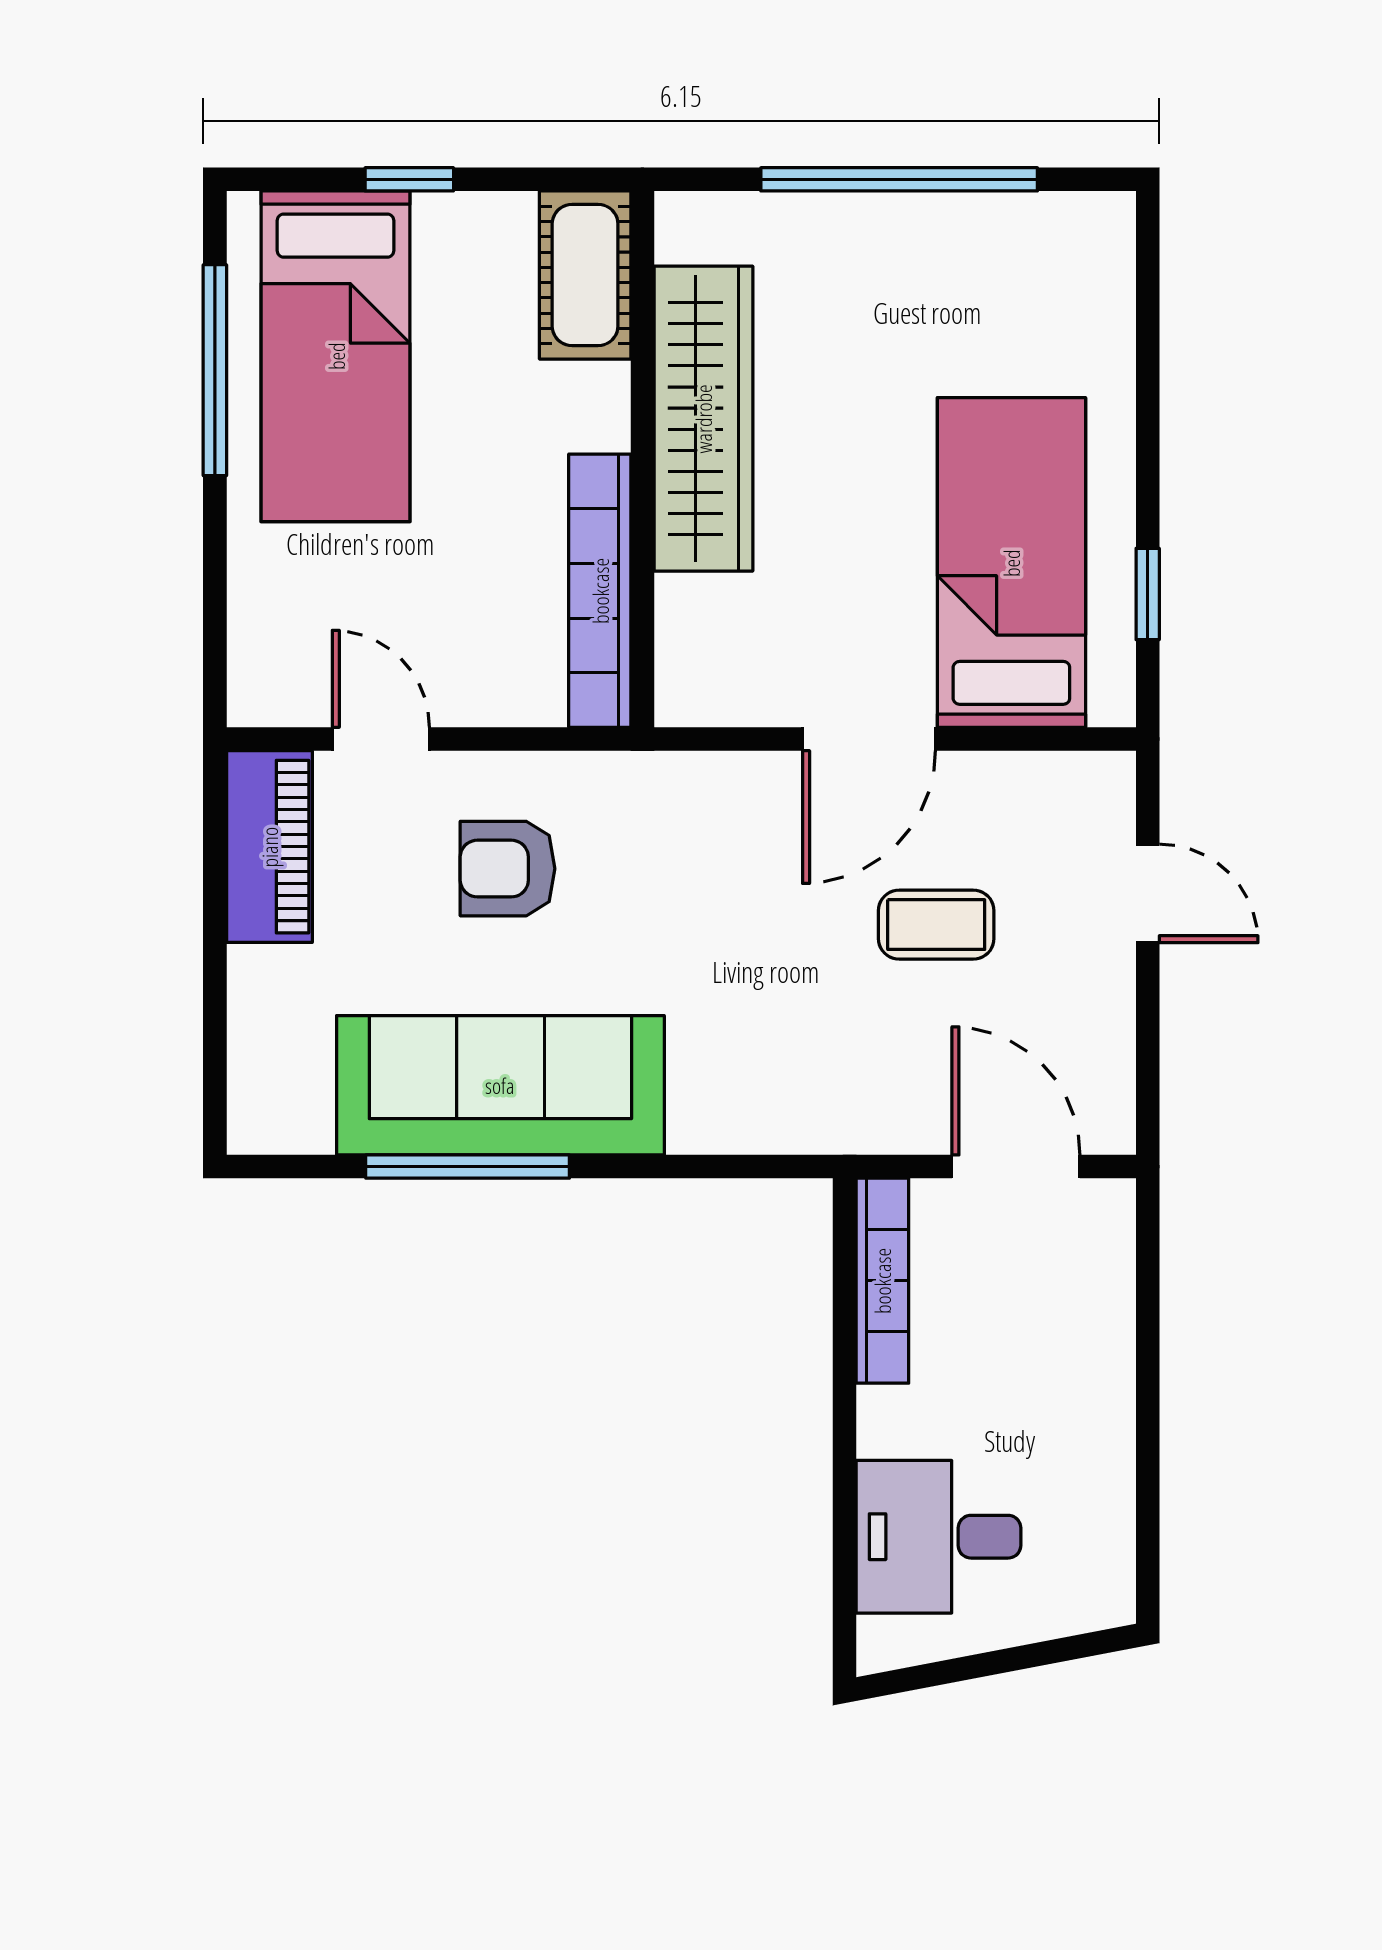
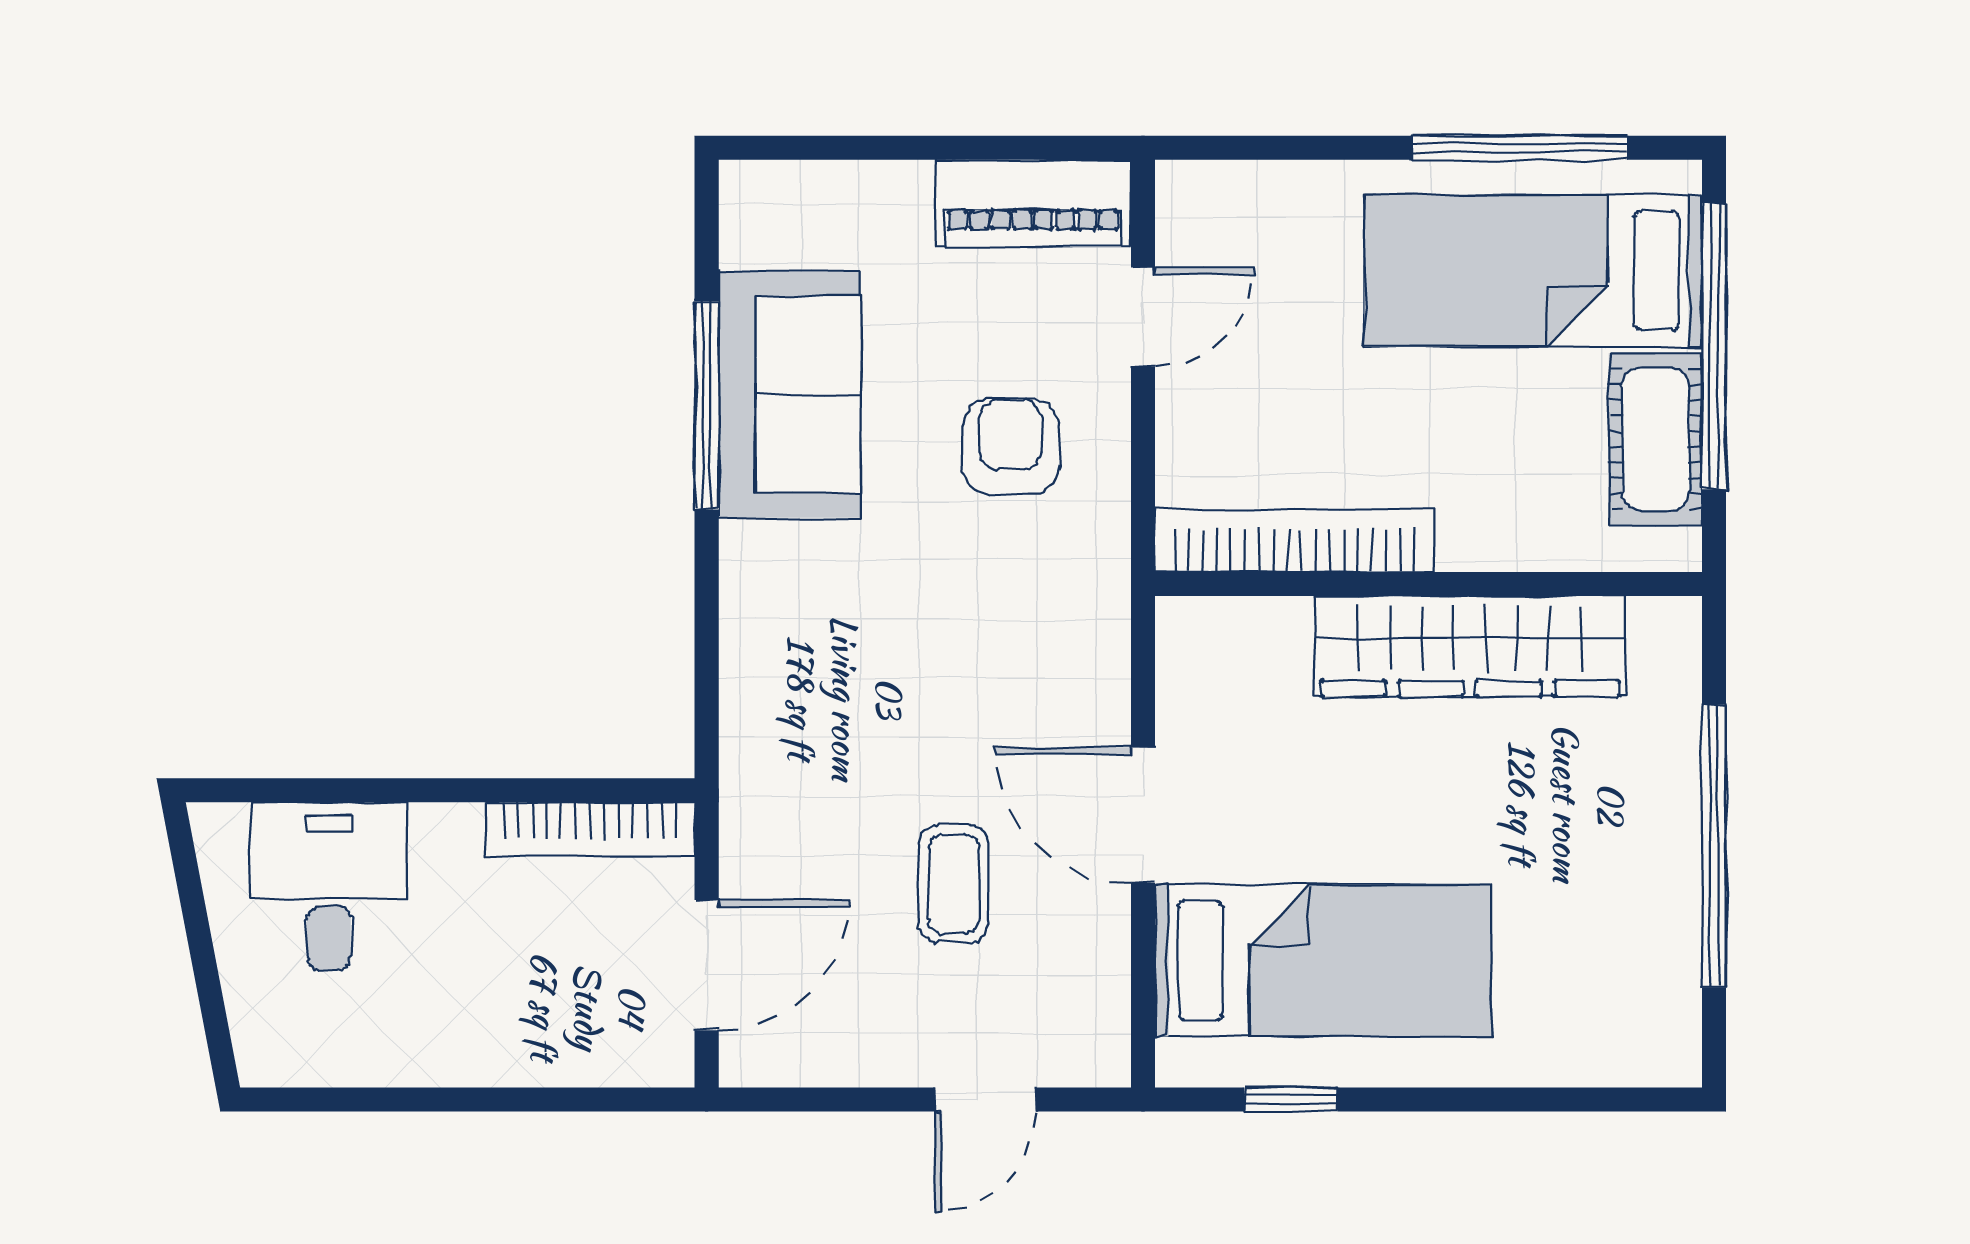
window: (409, 179) -> (1714, 346), width x3.17
cot: (585, 275) -> (1656, 439), moved, turned 90
sofa: (500, 1085) -> (790, 395), width x0.73

